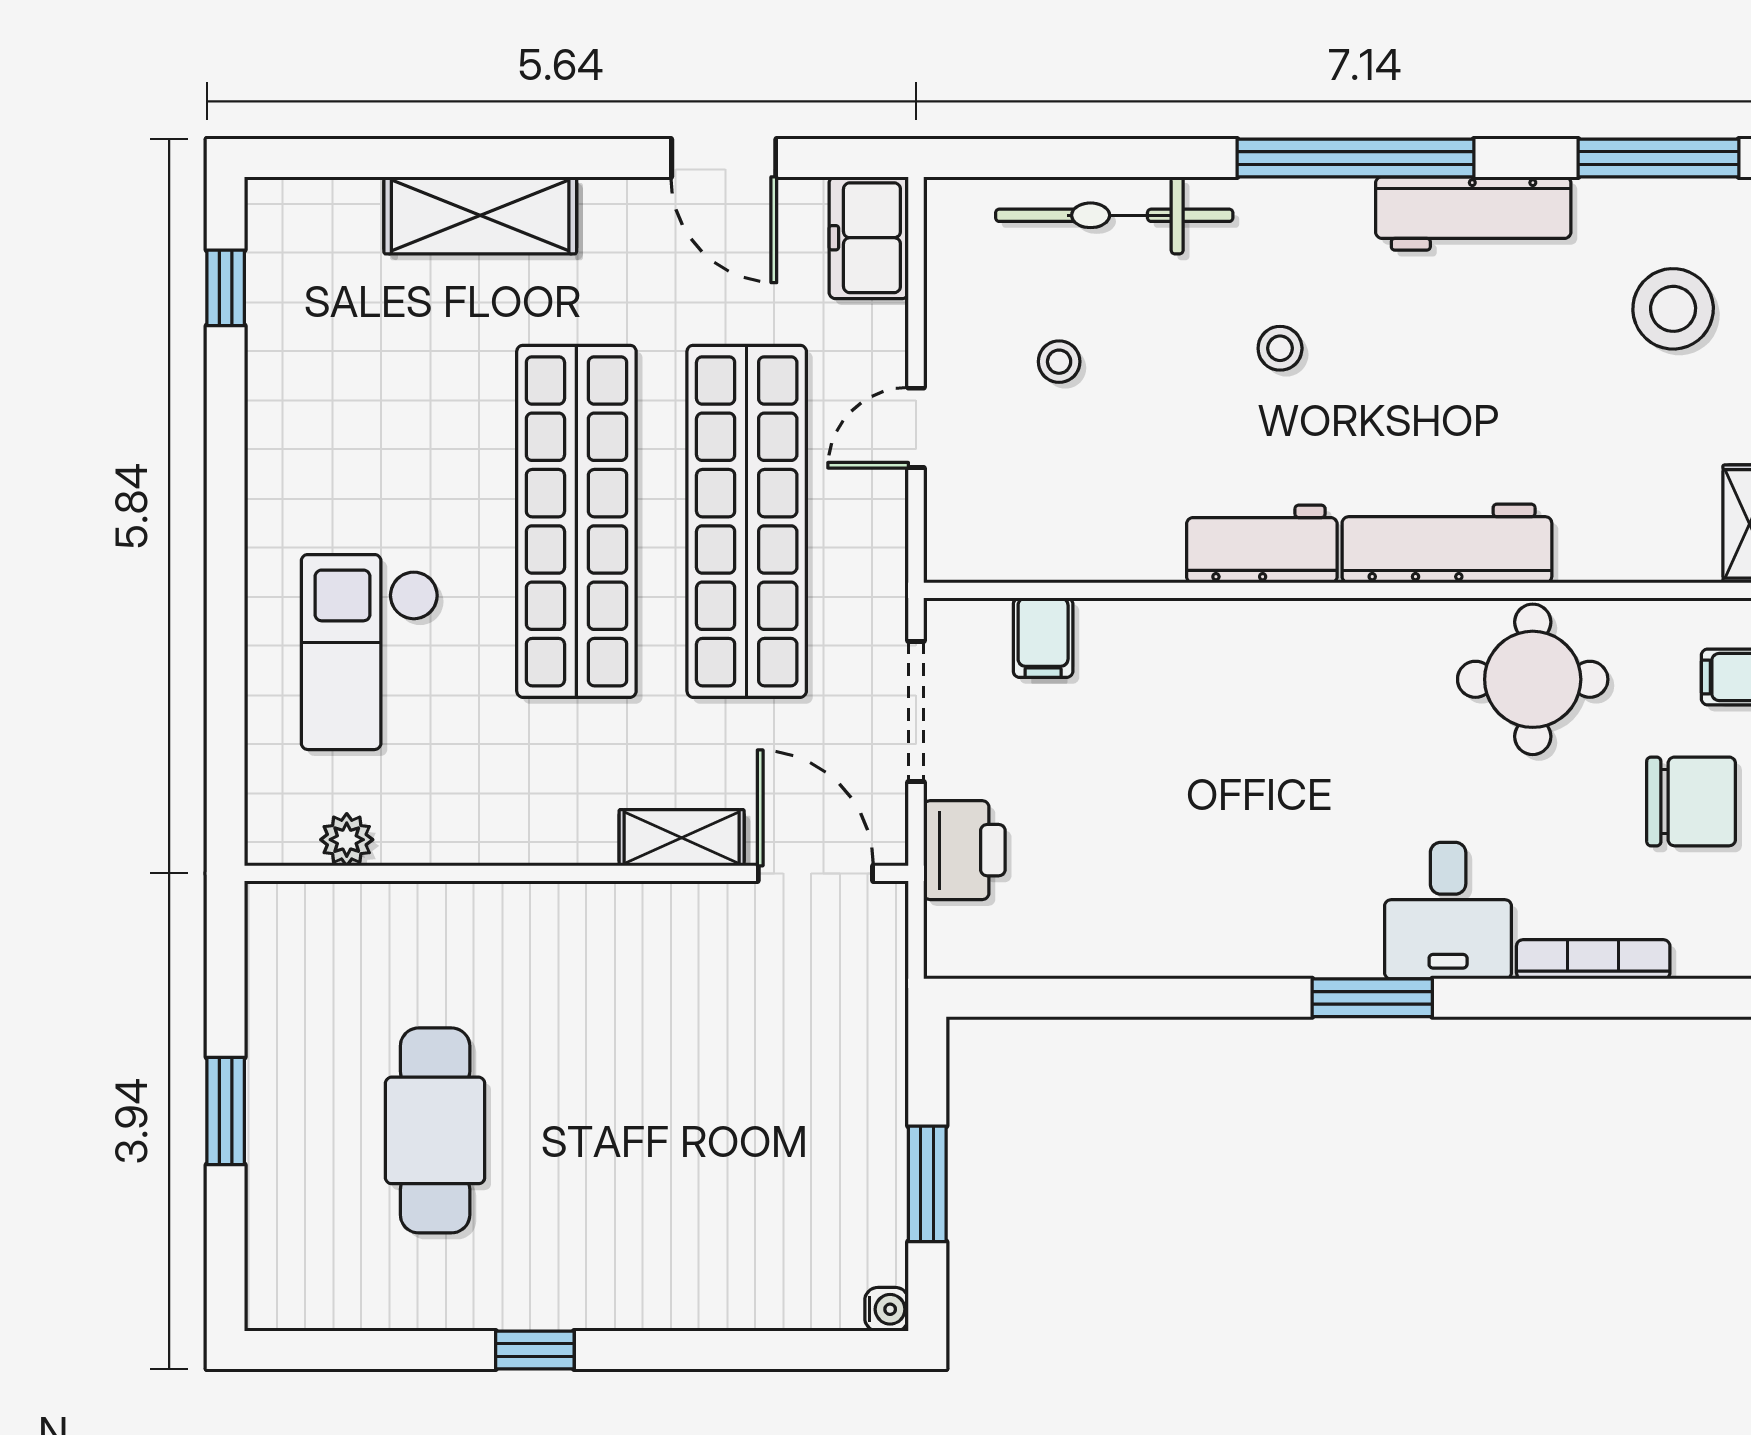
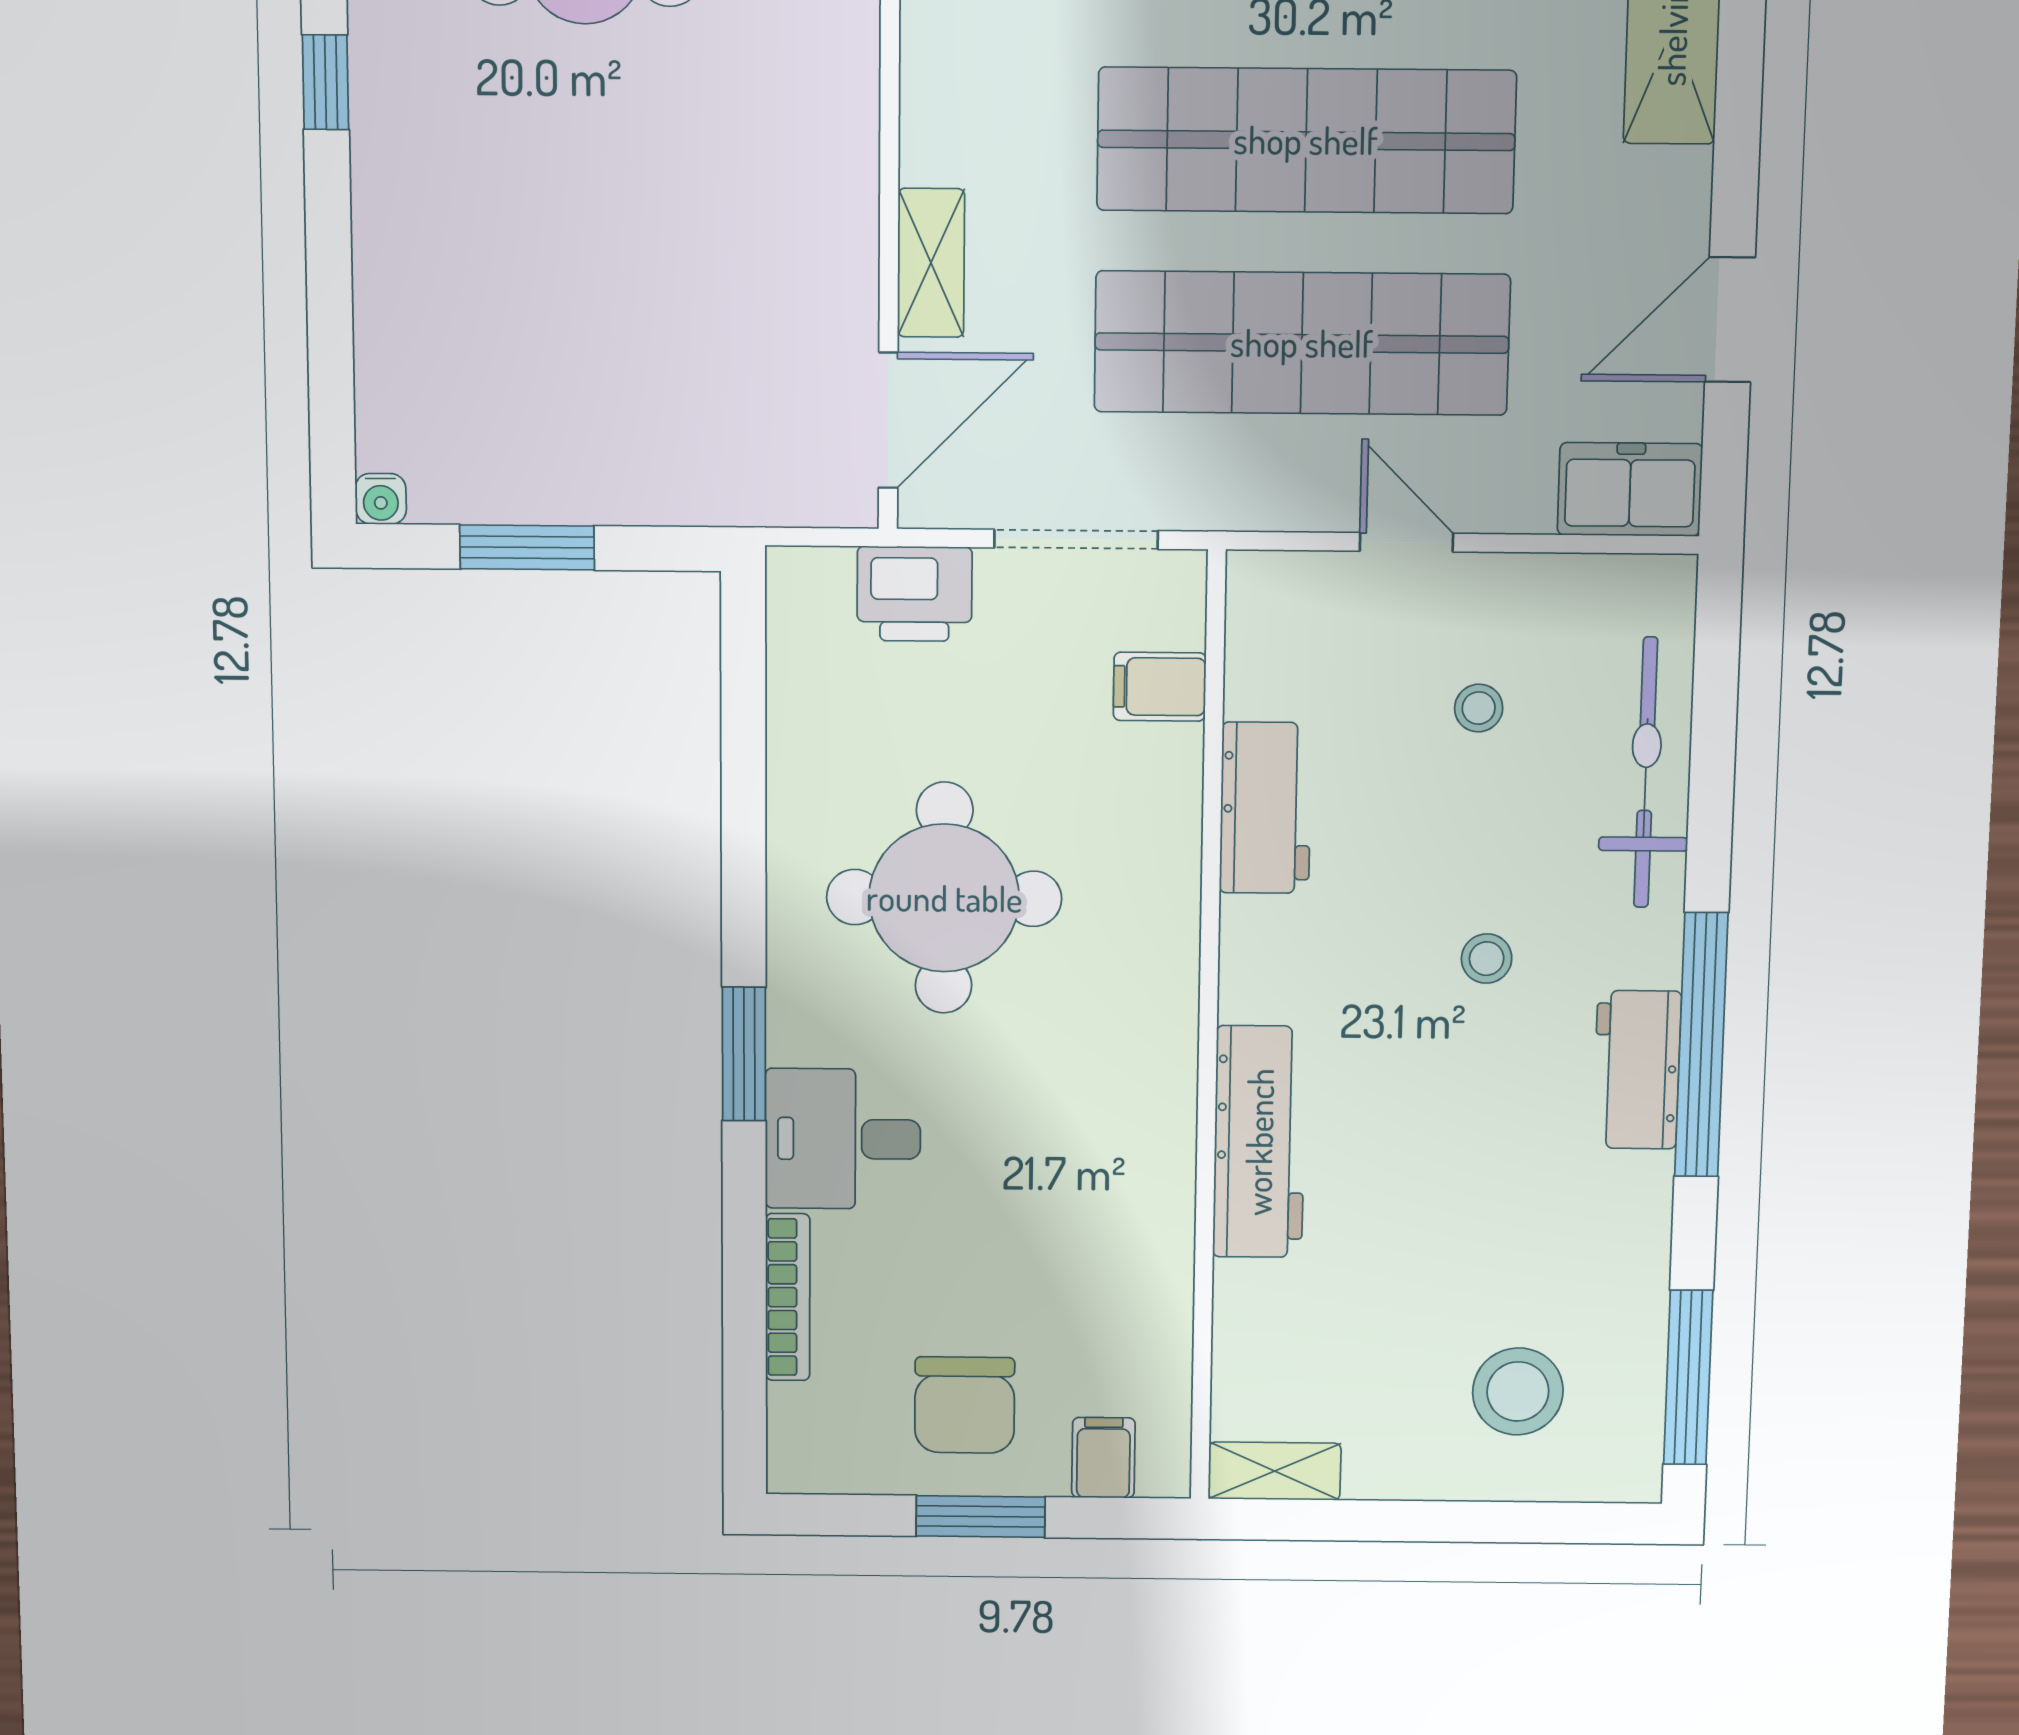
workbench: (1473, 213) -> (1637, 1070), moved, width x0.73
workbench: (1262, 544) -> (1266, 808), moved
round table: (1533, 679) -> (944, 898), moved, width x1.36, depth x1.36

